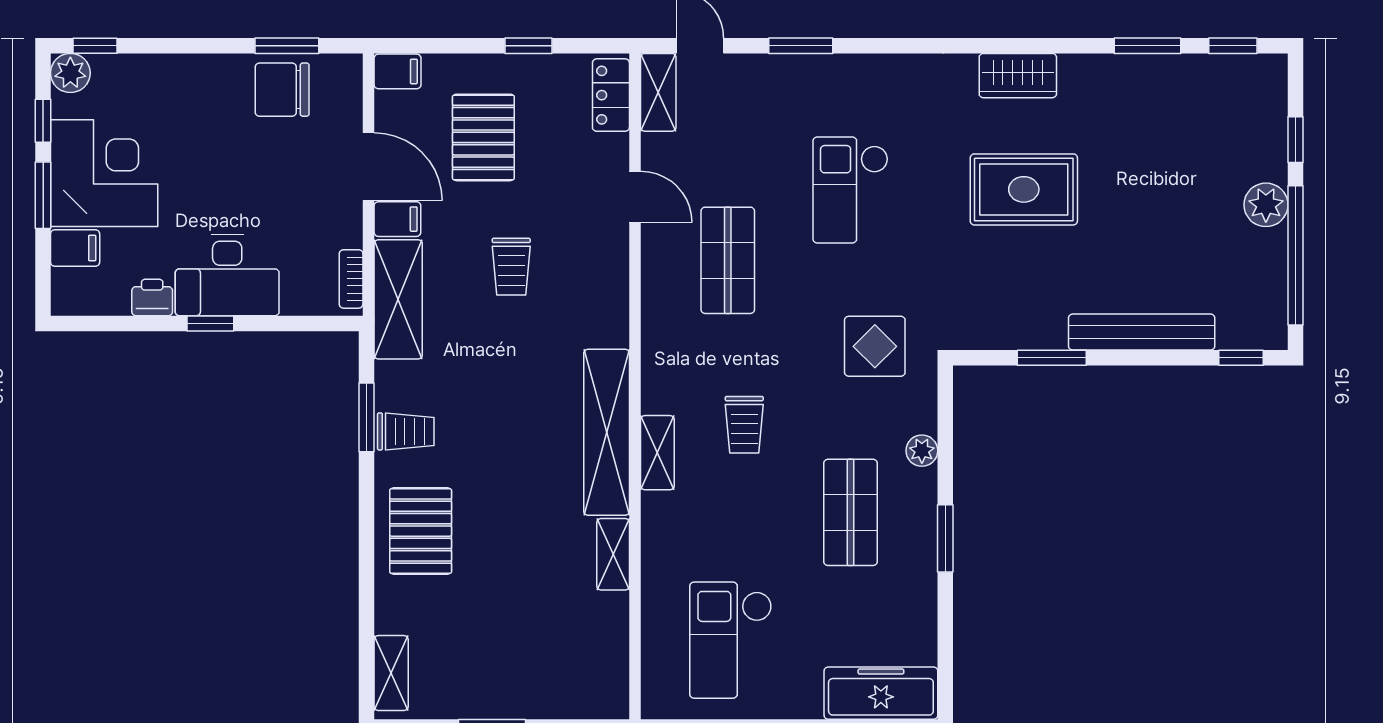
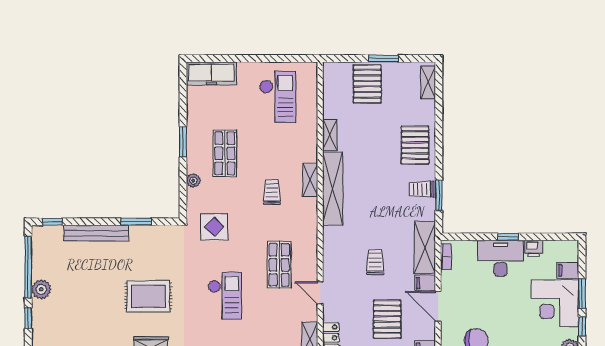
pallet: (529, 670) -> (367, 84), added

